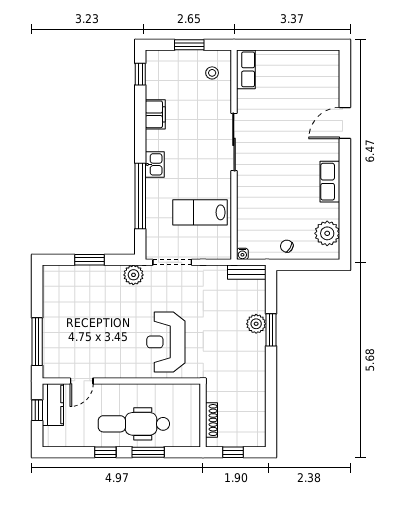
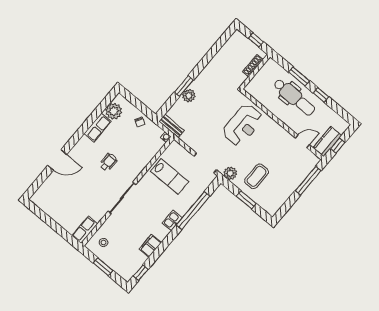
wheelchair: (284, 170) -> (108, 162), added
row of seats: (330, 182) -> (98, 128), moved
coffee table: (100, 297) -> (257, 176), added

